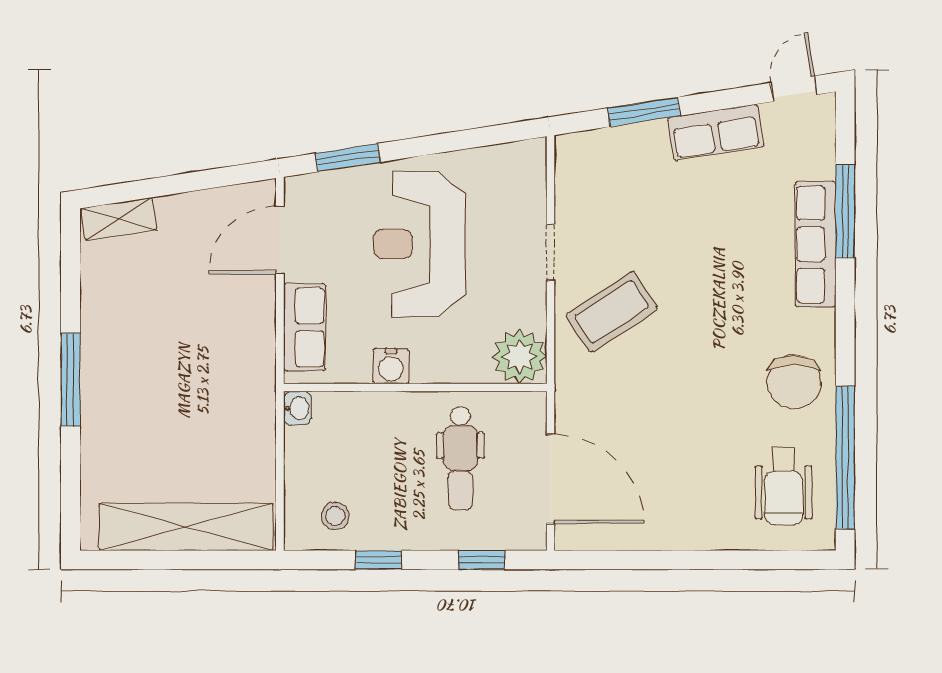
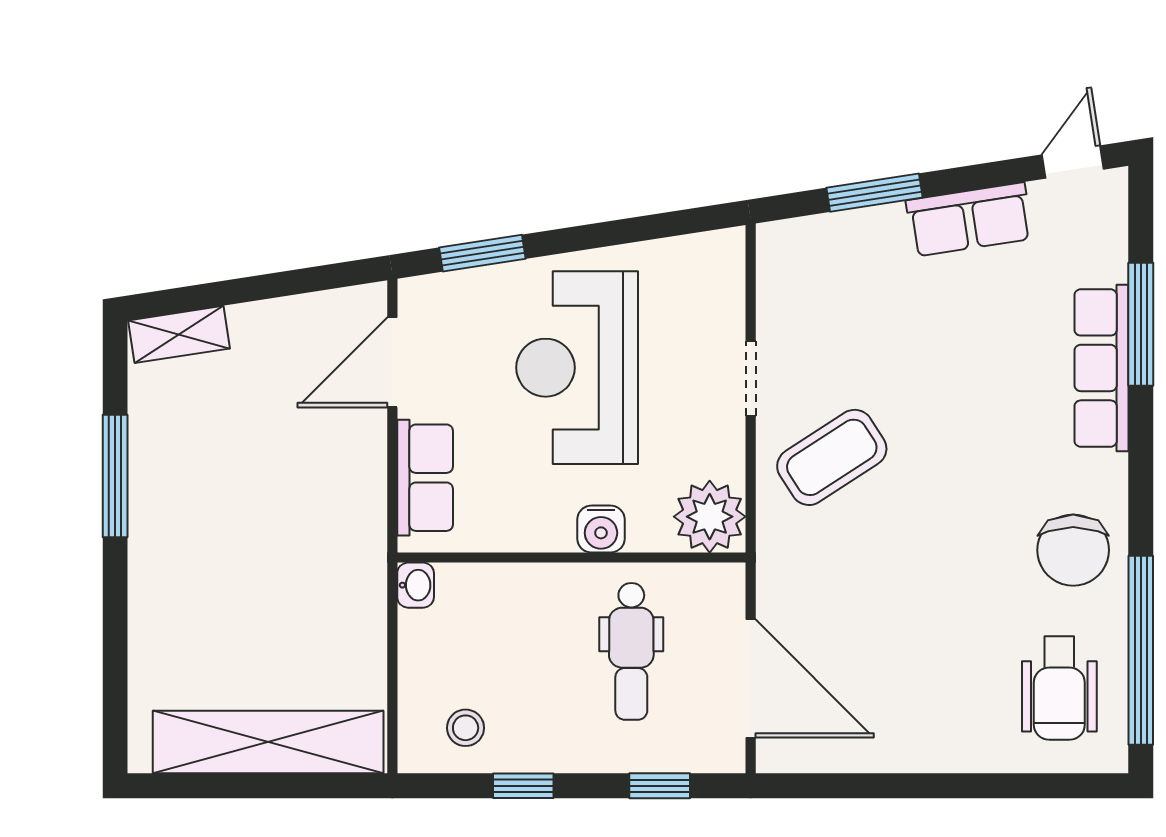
water cooler: (391, 366) -> (601, 529), moved
window: (71, 380) -> (115, 476), moved

